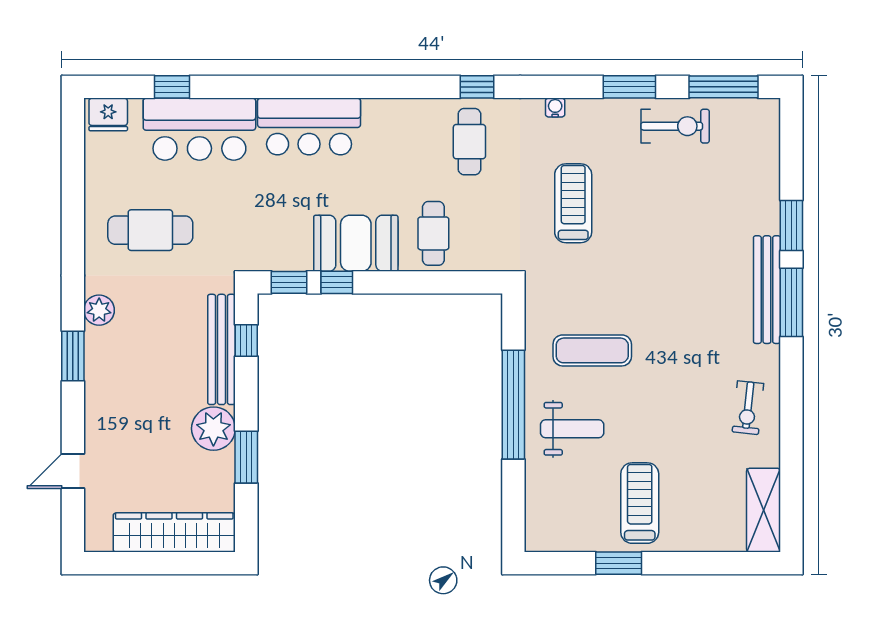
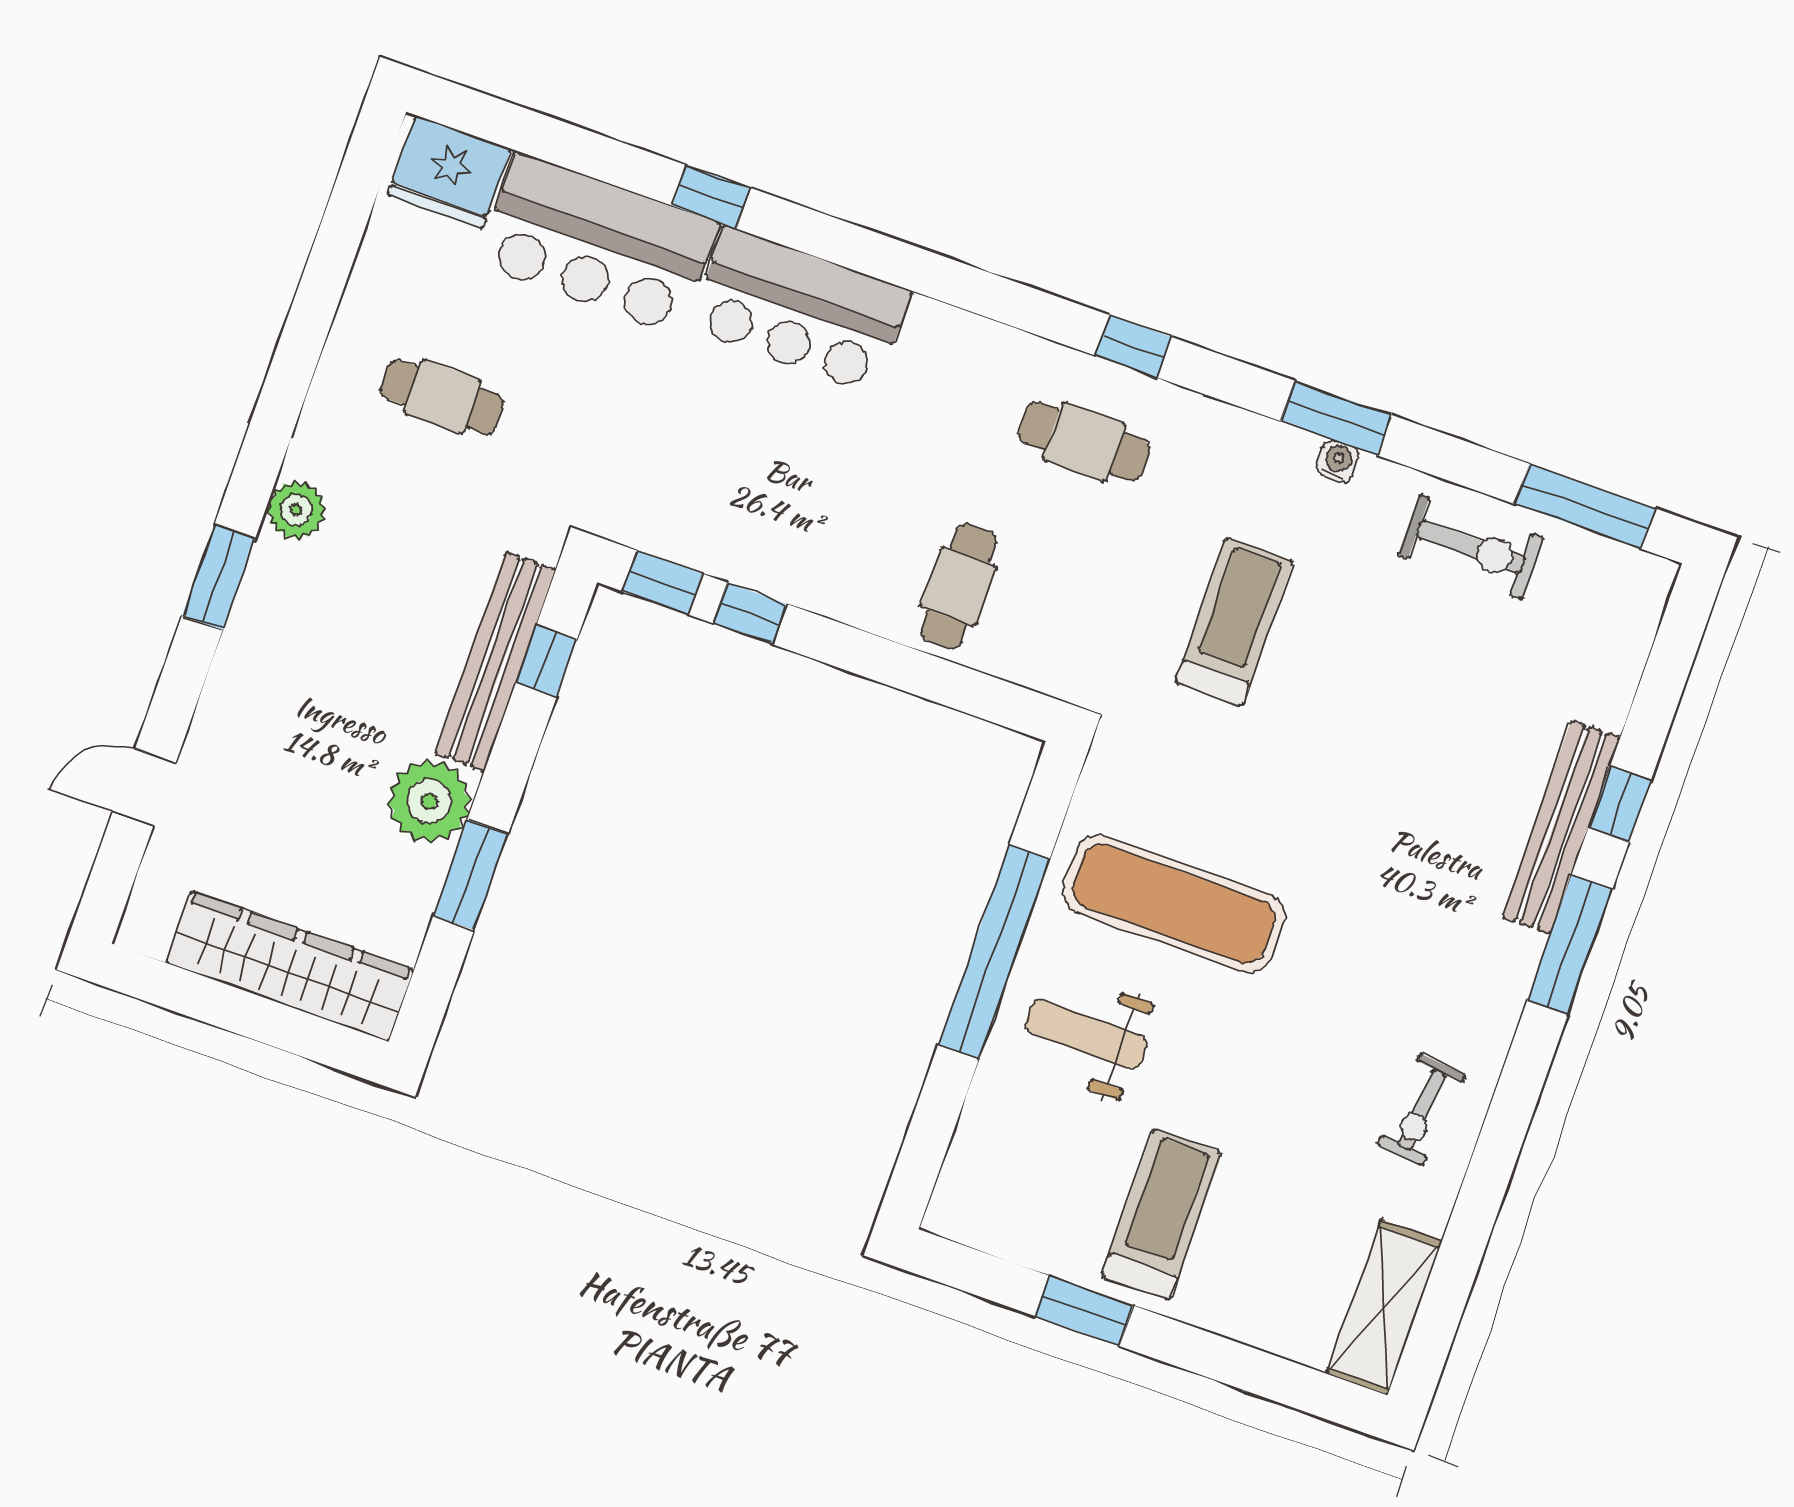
window: (172, 87) -> (711, 197), moved
window: (629, 87) -> (1336, 418), moved
water cooler: (555, 108) -> (1338, 461), moved
fridge: (108, 114) -> (449, 172), width x1.36, depth x1.34
cafe table: (469, 142) -> (1084, 442), turned 90
window: (791, 225) -> (1620, 804), width x0.67
cafe table: (150, 230) -> (442, 397), width x0.73, depth x0.74
booth: (356, 243) -> (810, 554), removed
bench: (767, 290) -> (1561, 827), moved
exercise mat: (592, 350) -> (1174, 904), width x1.36, depth x1.45
weight bench: (572, 429) -> (1086, 1034), turned 180

